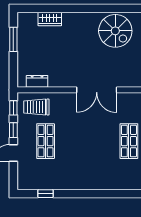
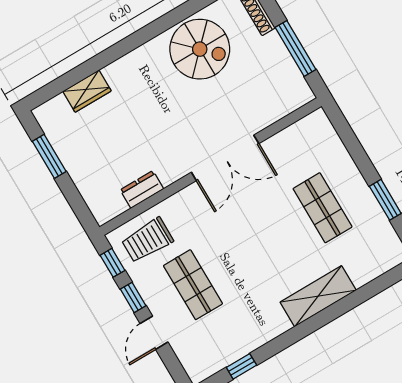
dresser: (37, 81) -> (142, 189), moved
shelving: (102, 182) -> (318, 296), added

